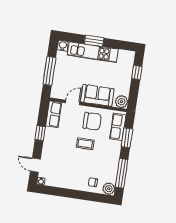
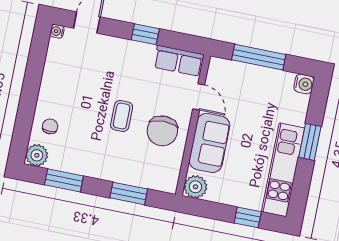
kitchen unit: (93, 52) -> (283, 170), moved
row of seats: (118, 127) -> (150, 178), removed
window: (122, 173) -> (64, 180), width x0.69

